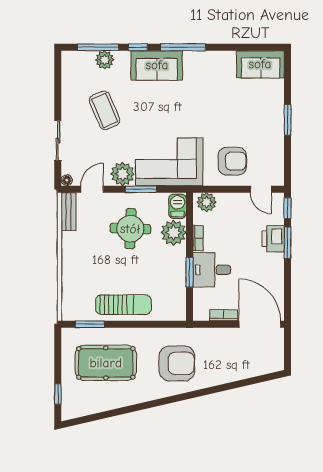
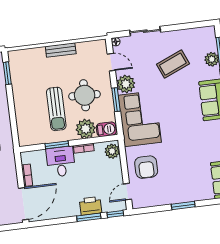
bench: (69, 212) -> (61, 50), moved
sun lounger: (123, 305) -> (56, 109), moved

